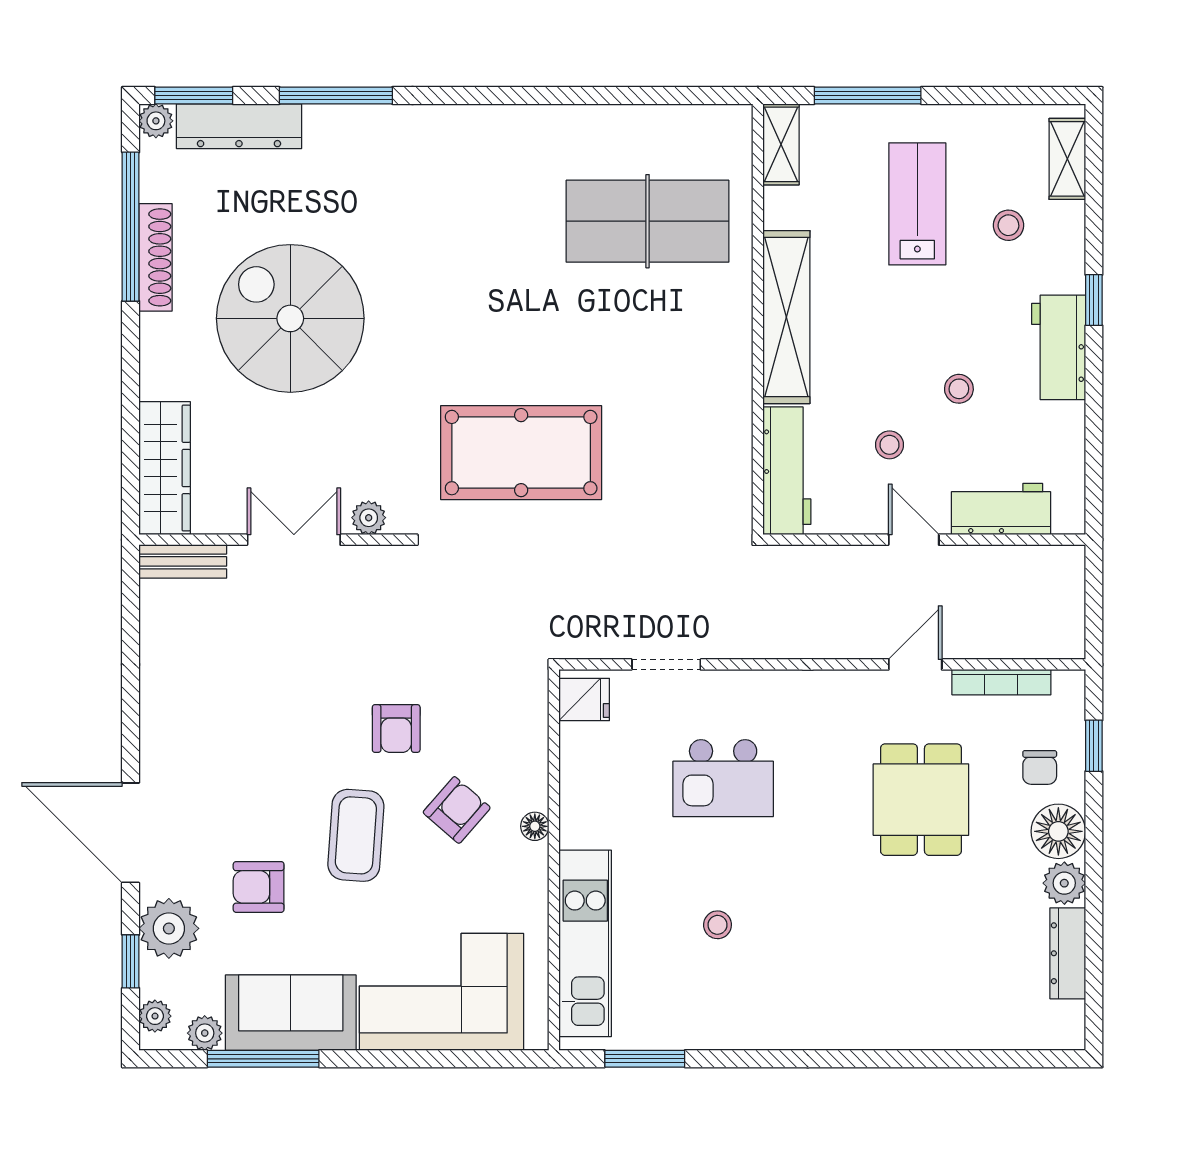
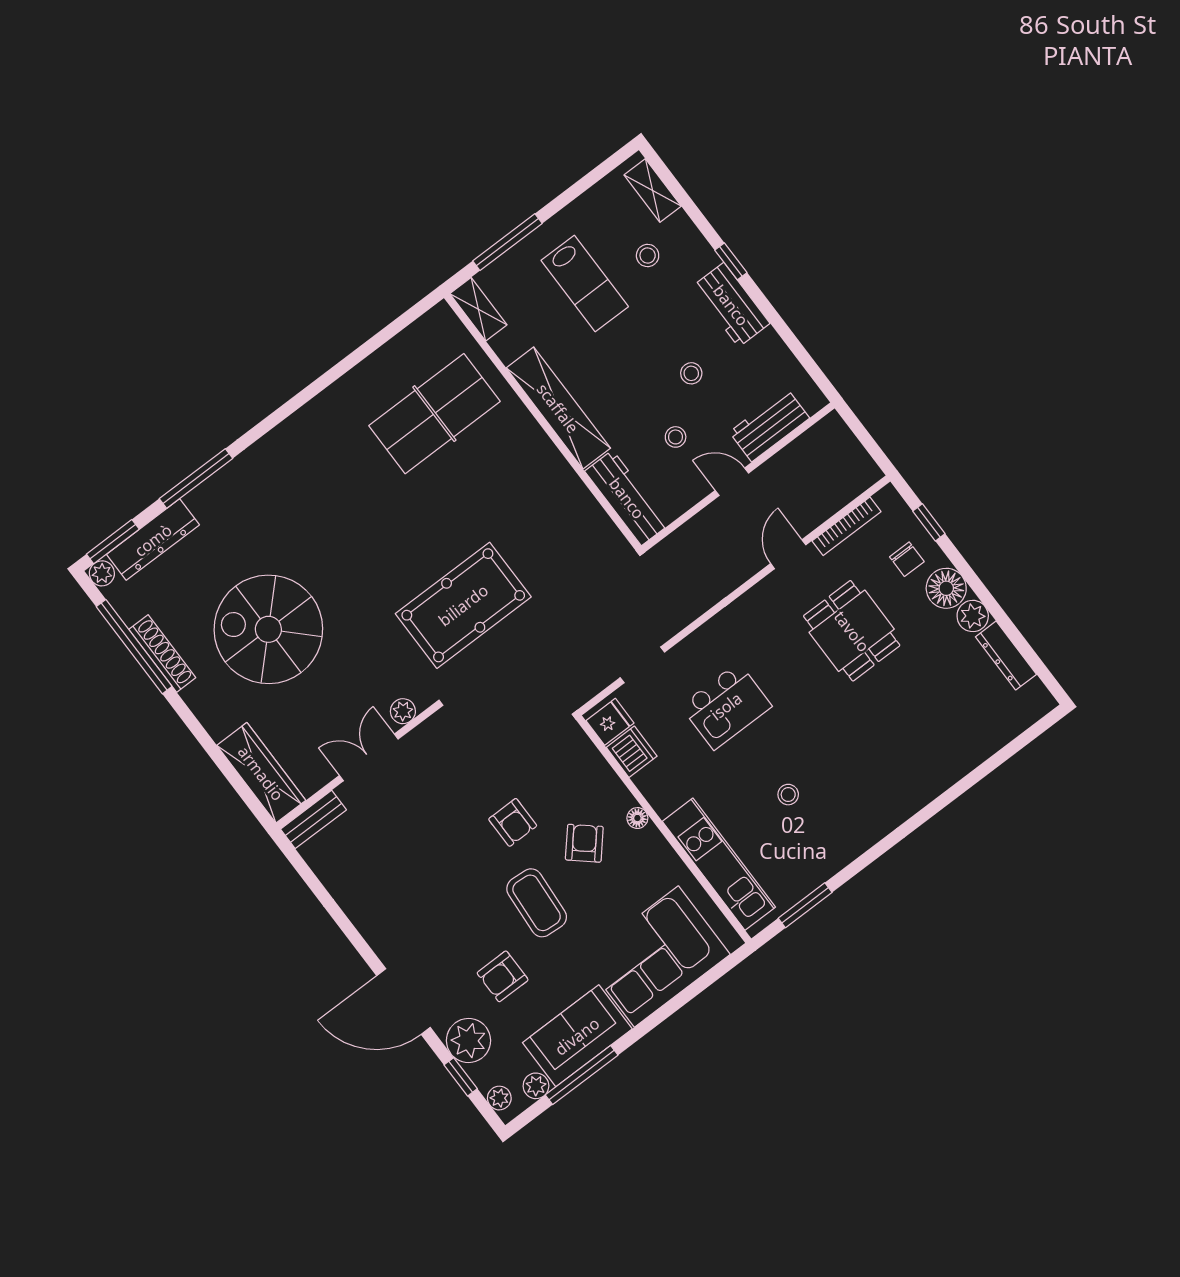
lab bench: (917, 204) -> (585, 284), turned 180
dishwasher: (583, 750) -> (632, 752), added

